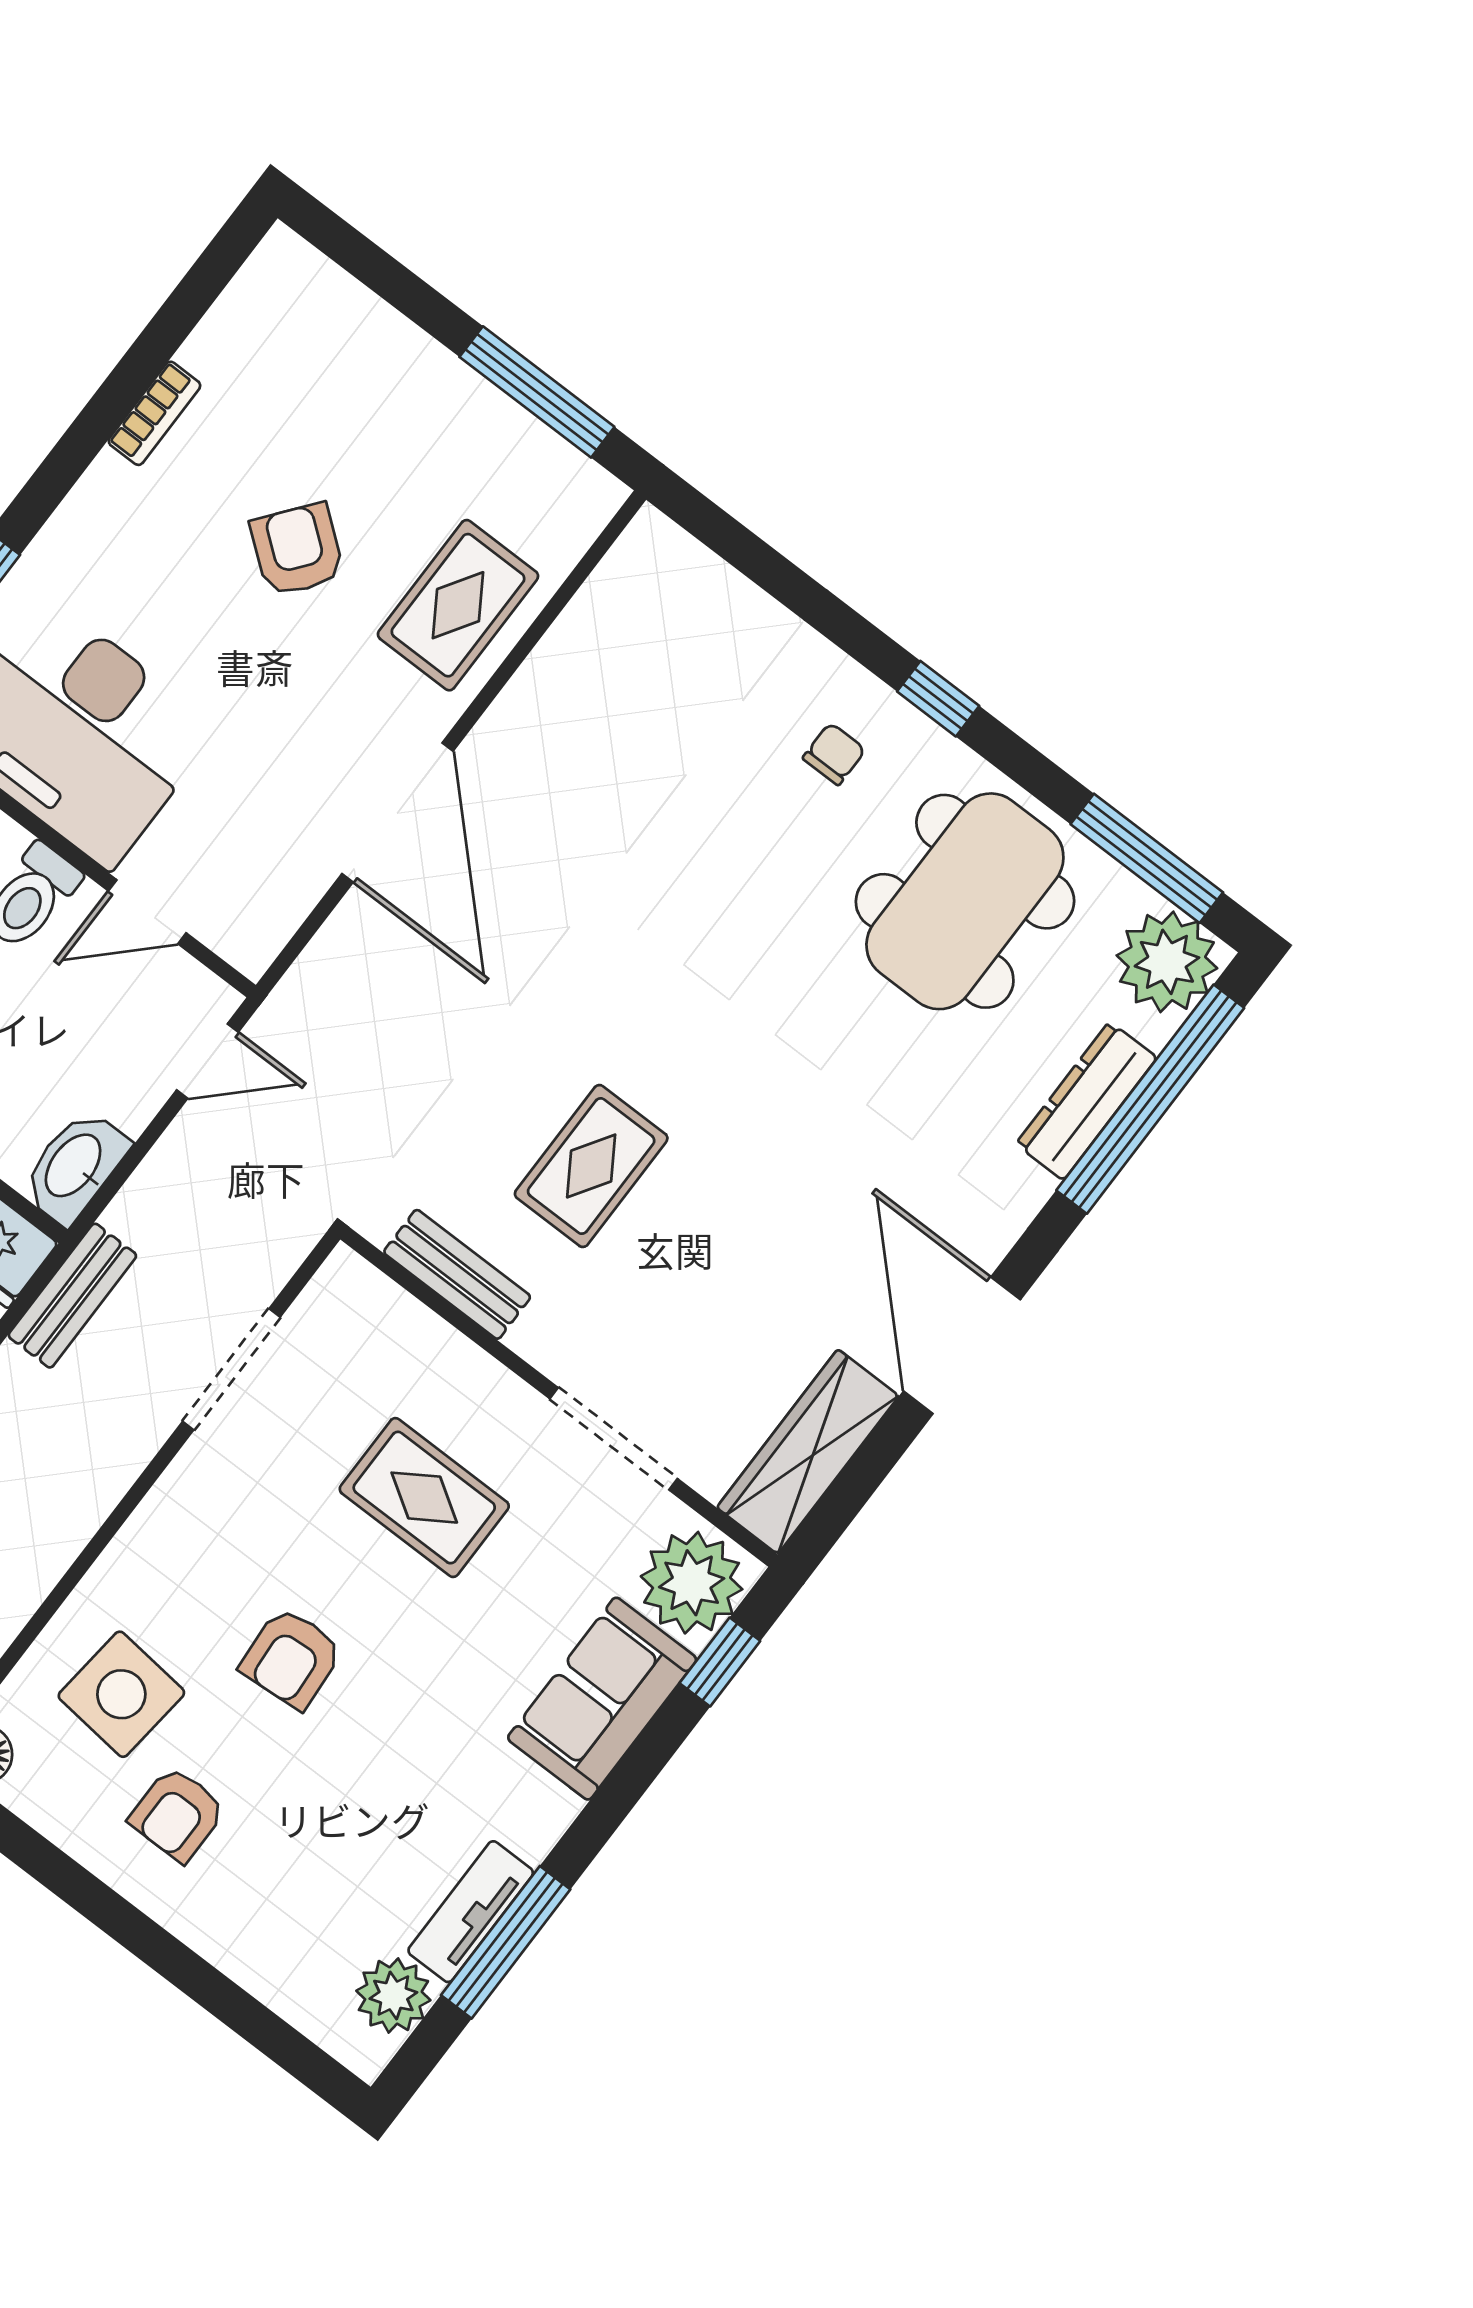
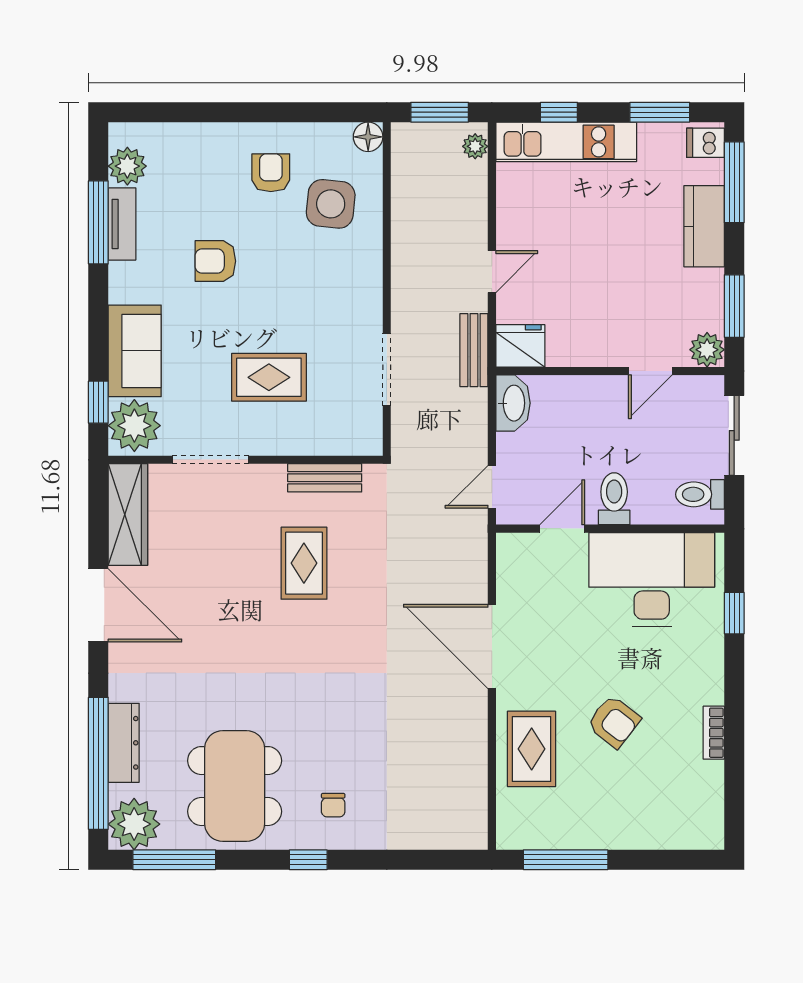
armchair: (291, 1658) -> (215, 261), moved, turned -86

